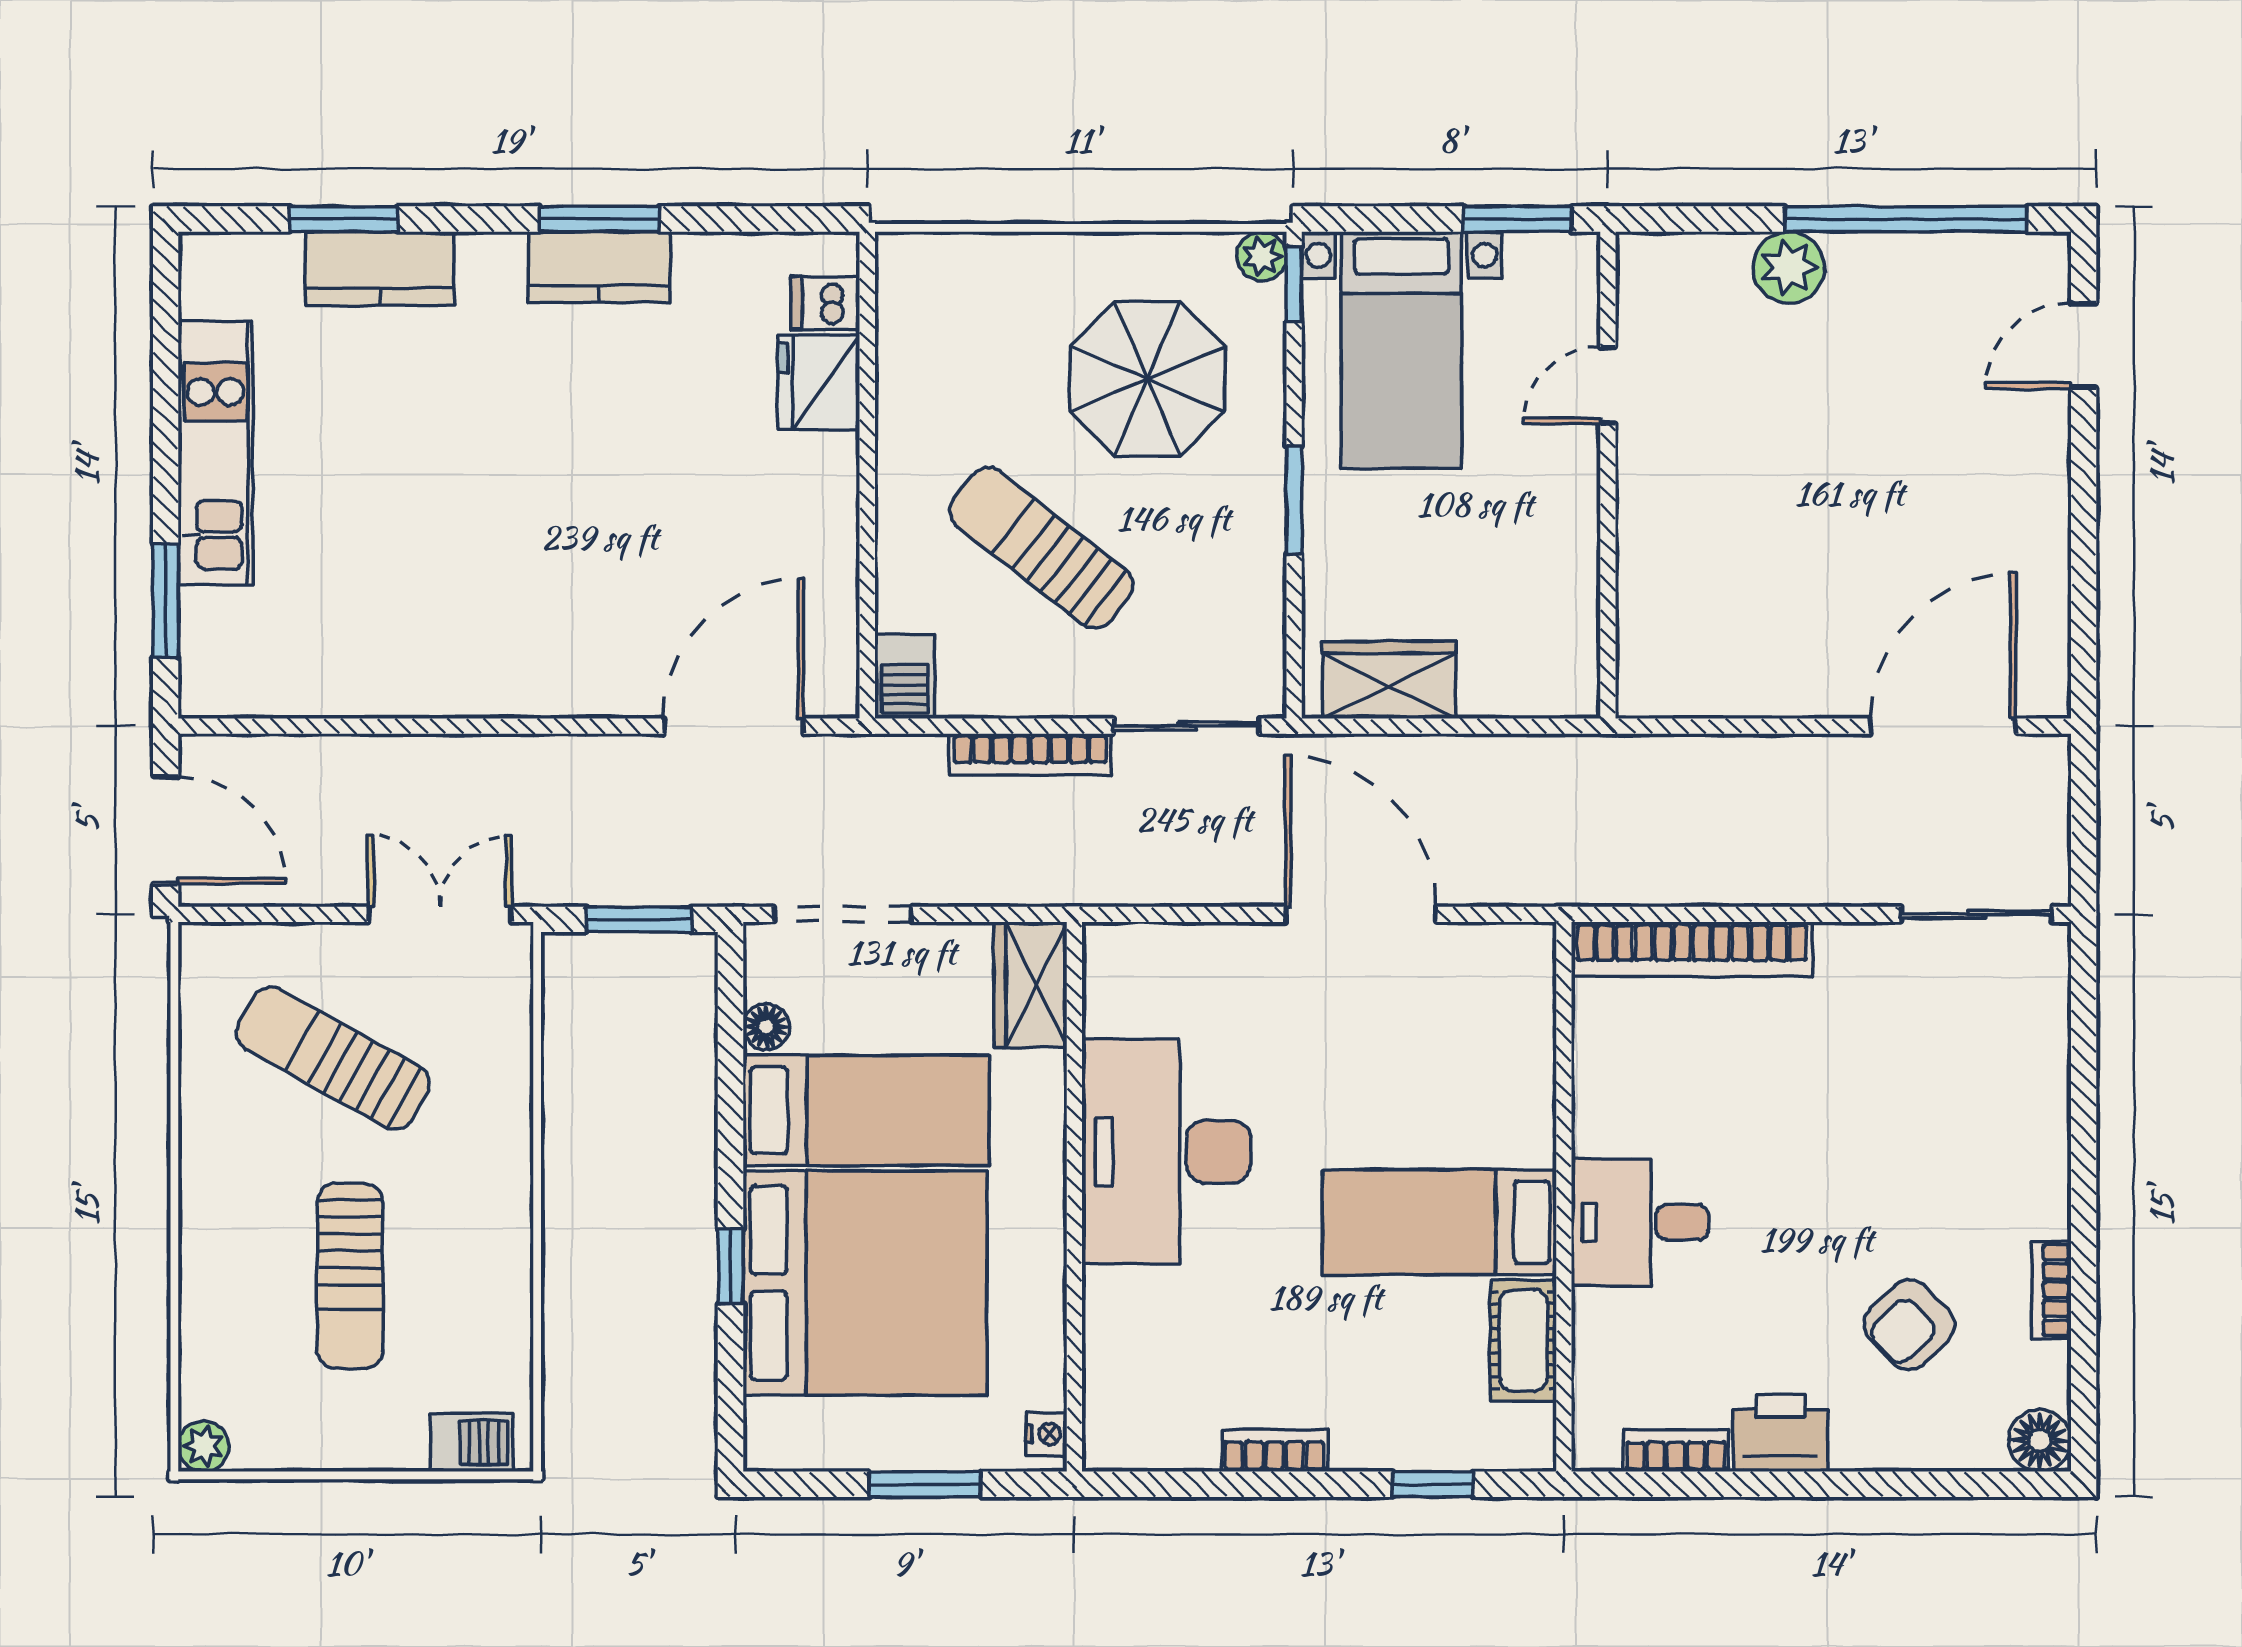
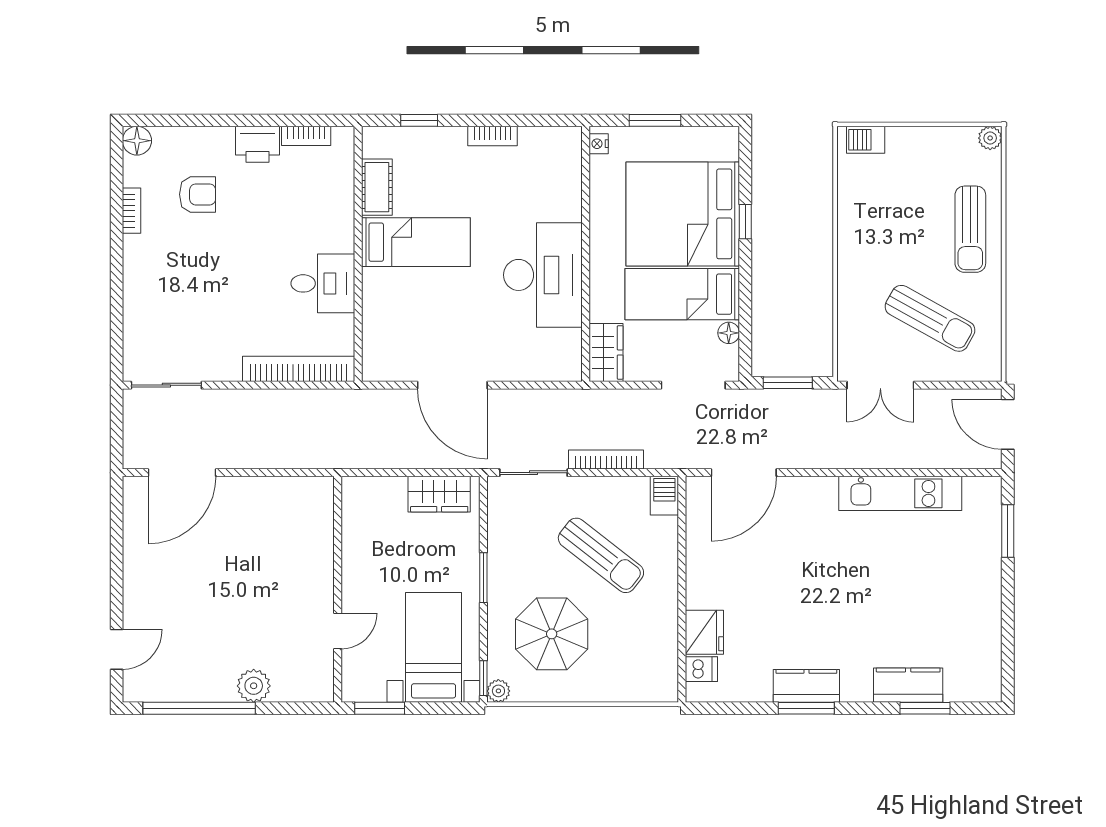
kitchen unit: (215, 453) -> (900, 493), moved, turned -90
desk: (1640, 1222) -> (323, 283), moved
sun lounger: (350, 1276) -> (970, 229), moved, turned 180
armchair: (1909, 1325) -> (198, 194), turned 44

